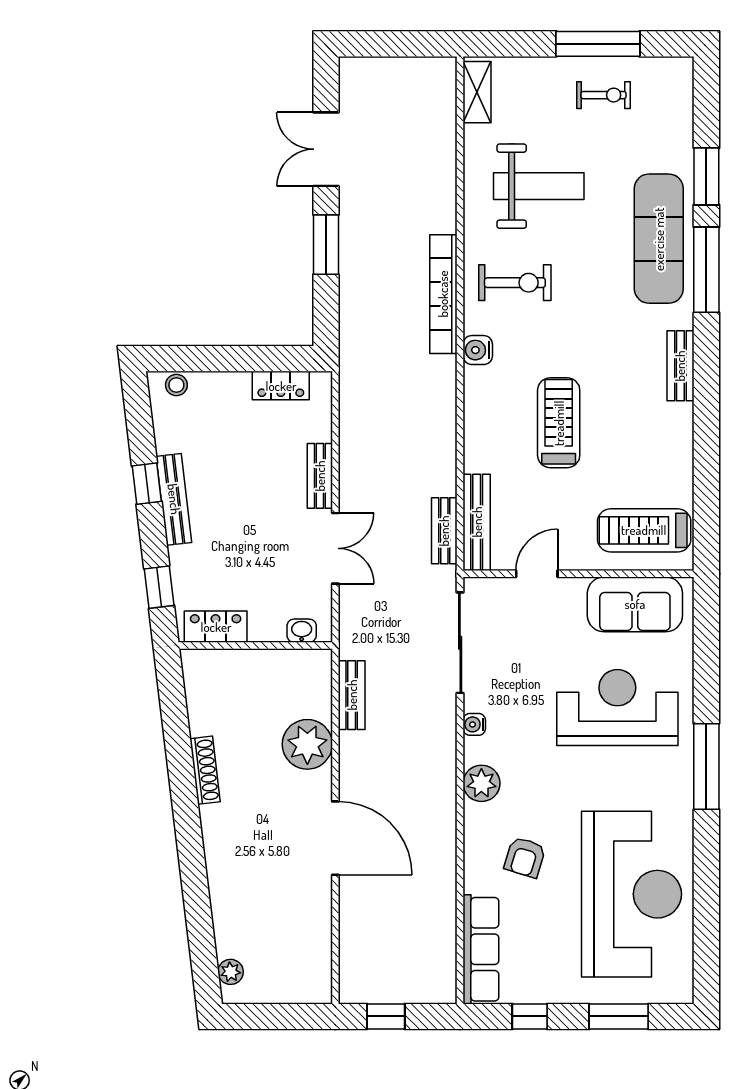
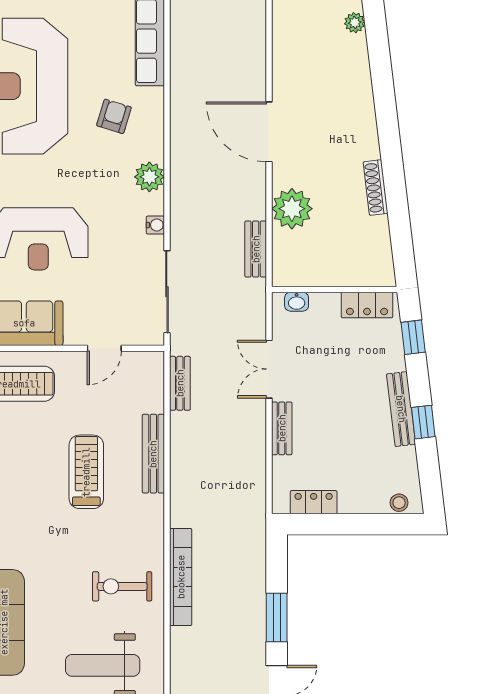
water cooler: (478, 350) -> (152, 531), removed
treadmill: (559, 423) -> (86, 472), turned 180
bench: (477, 522) -> (153, 454), moved

